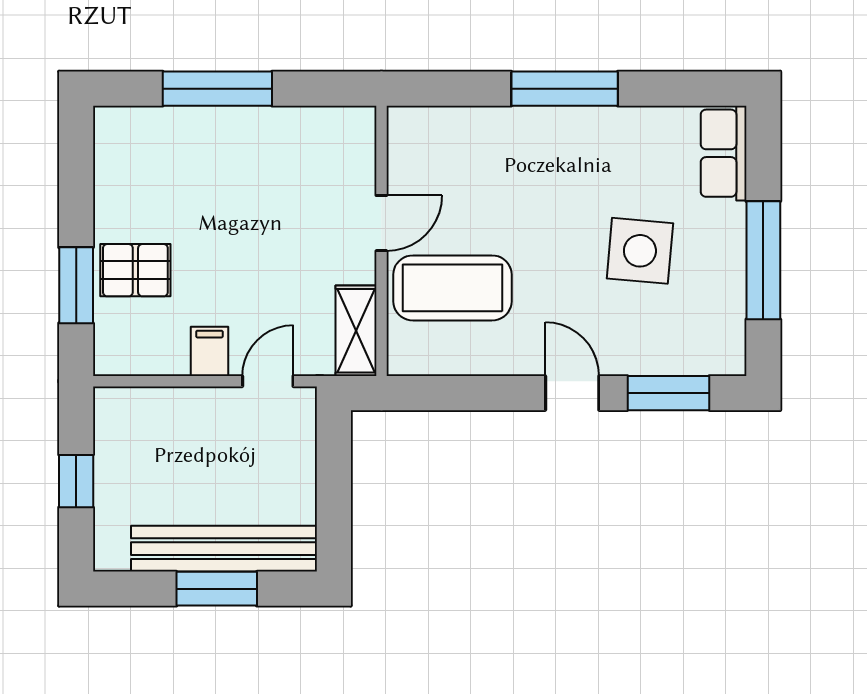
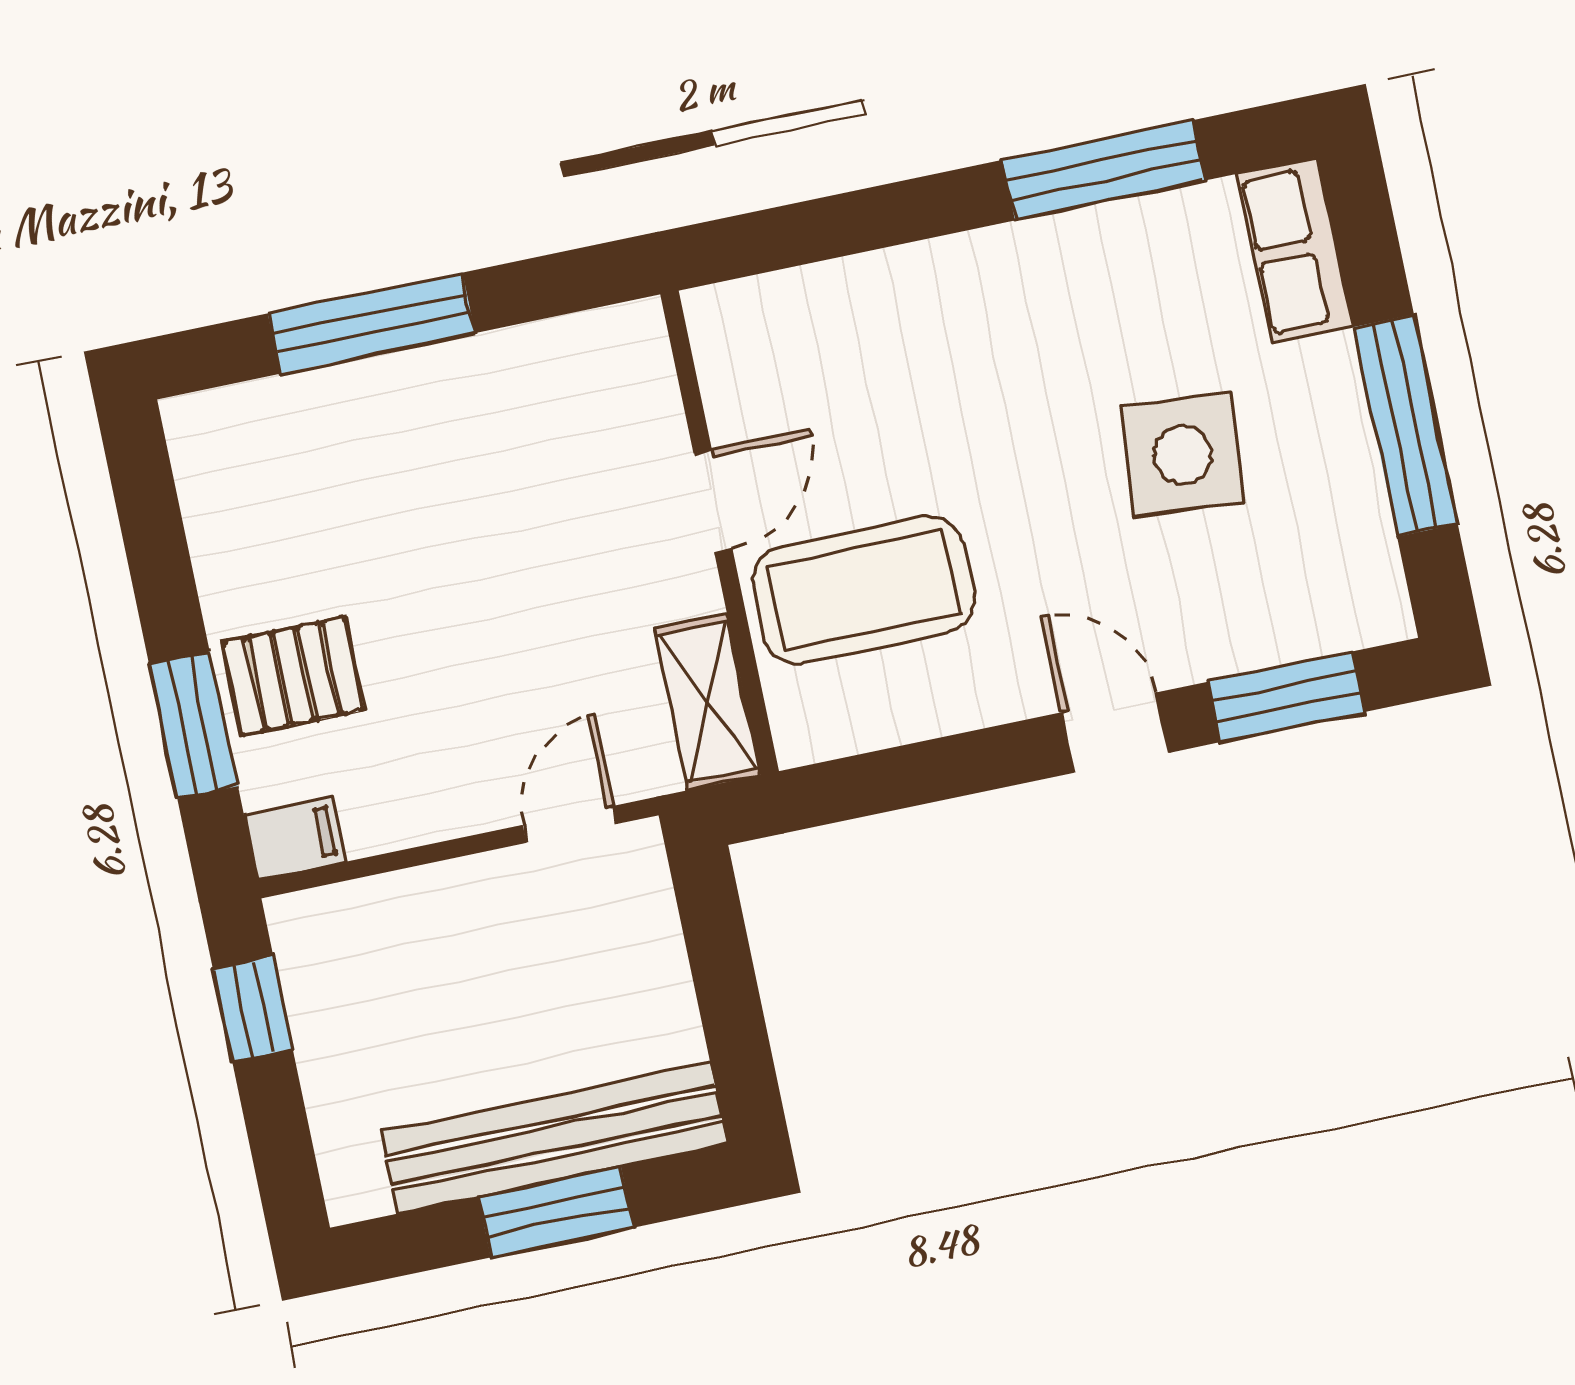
window: (565, 89) -> (1103, 170), moved
filing cabinet: (209, 351) -> (294, 838), moved, turned 90
window: (76, 481) -> (253, 1009), moved

